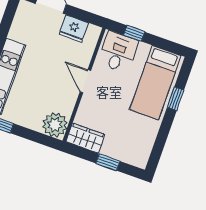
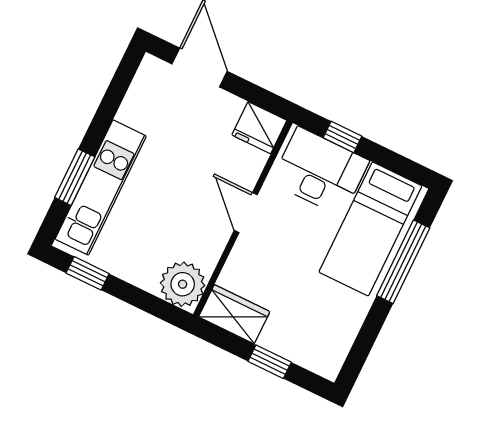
fridge: (74, 29) -> (259, 128), moved
desk: (118, 52) -> (320, 172), width x1.37
window: (175, 99) -> (403, 262), width x2.17

